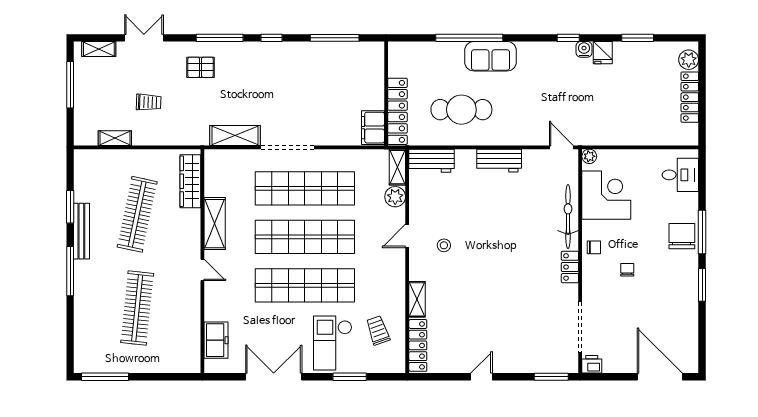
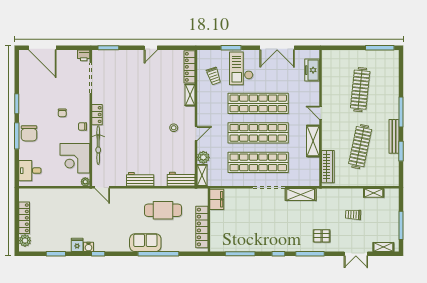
locker: (397, 111) -> (202, 227), moved
checkout: (333, 343) -> (241, 68), turned 180

